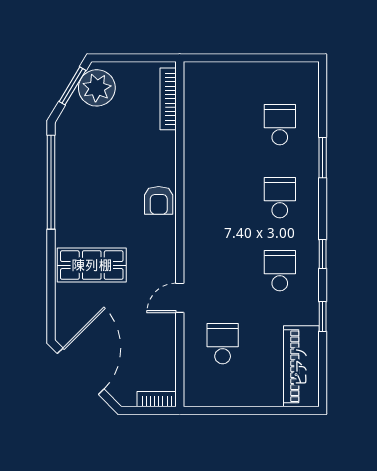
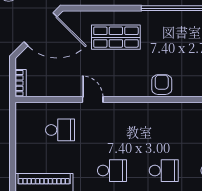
armchair: (159, 200) -> (162, 85), turned 90
shop shelf: (92, 265) -> (116, 37), turned 90

